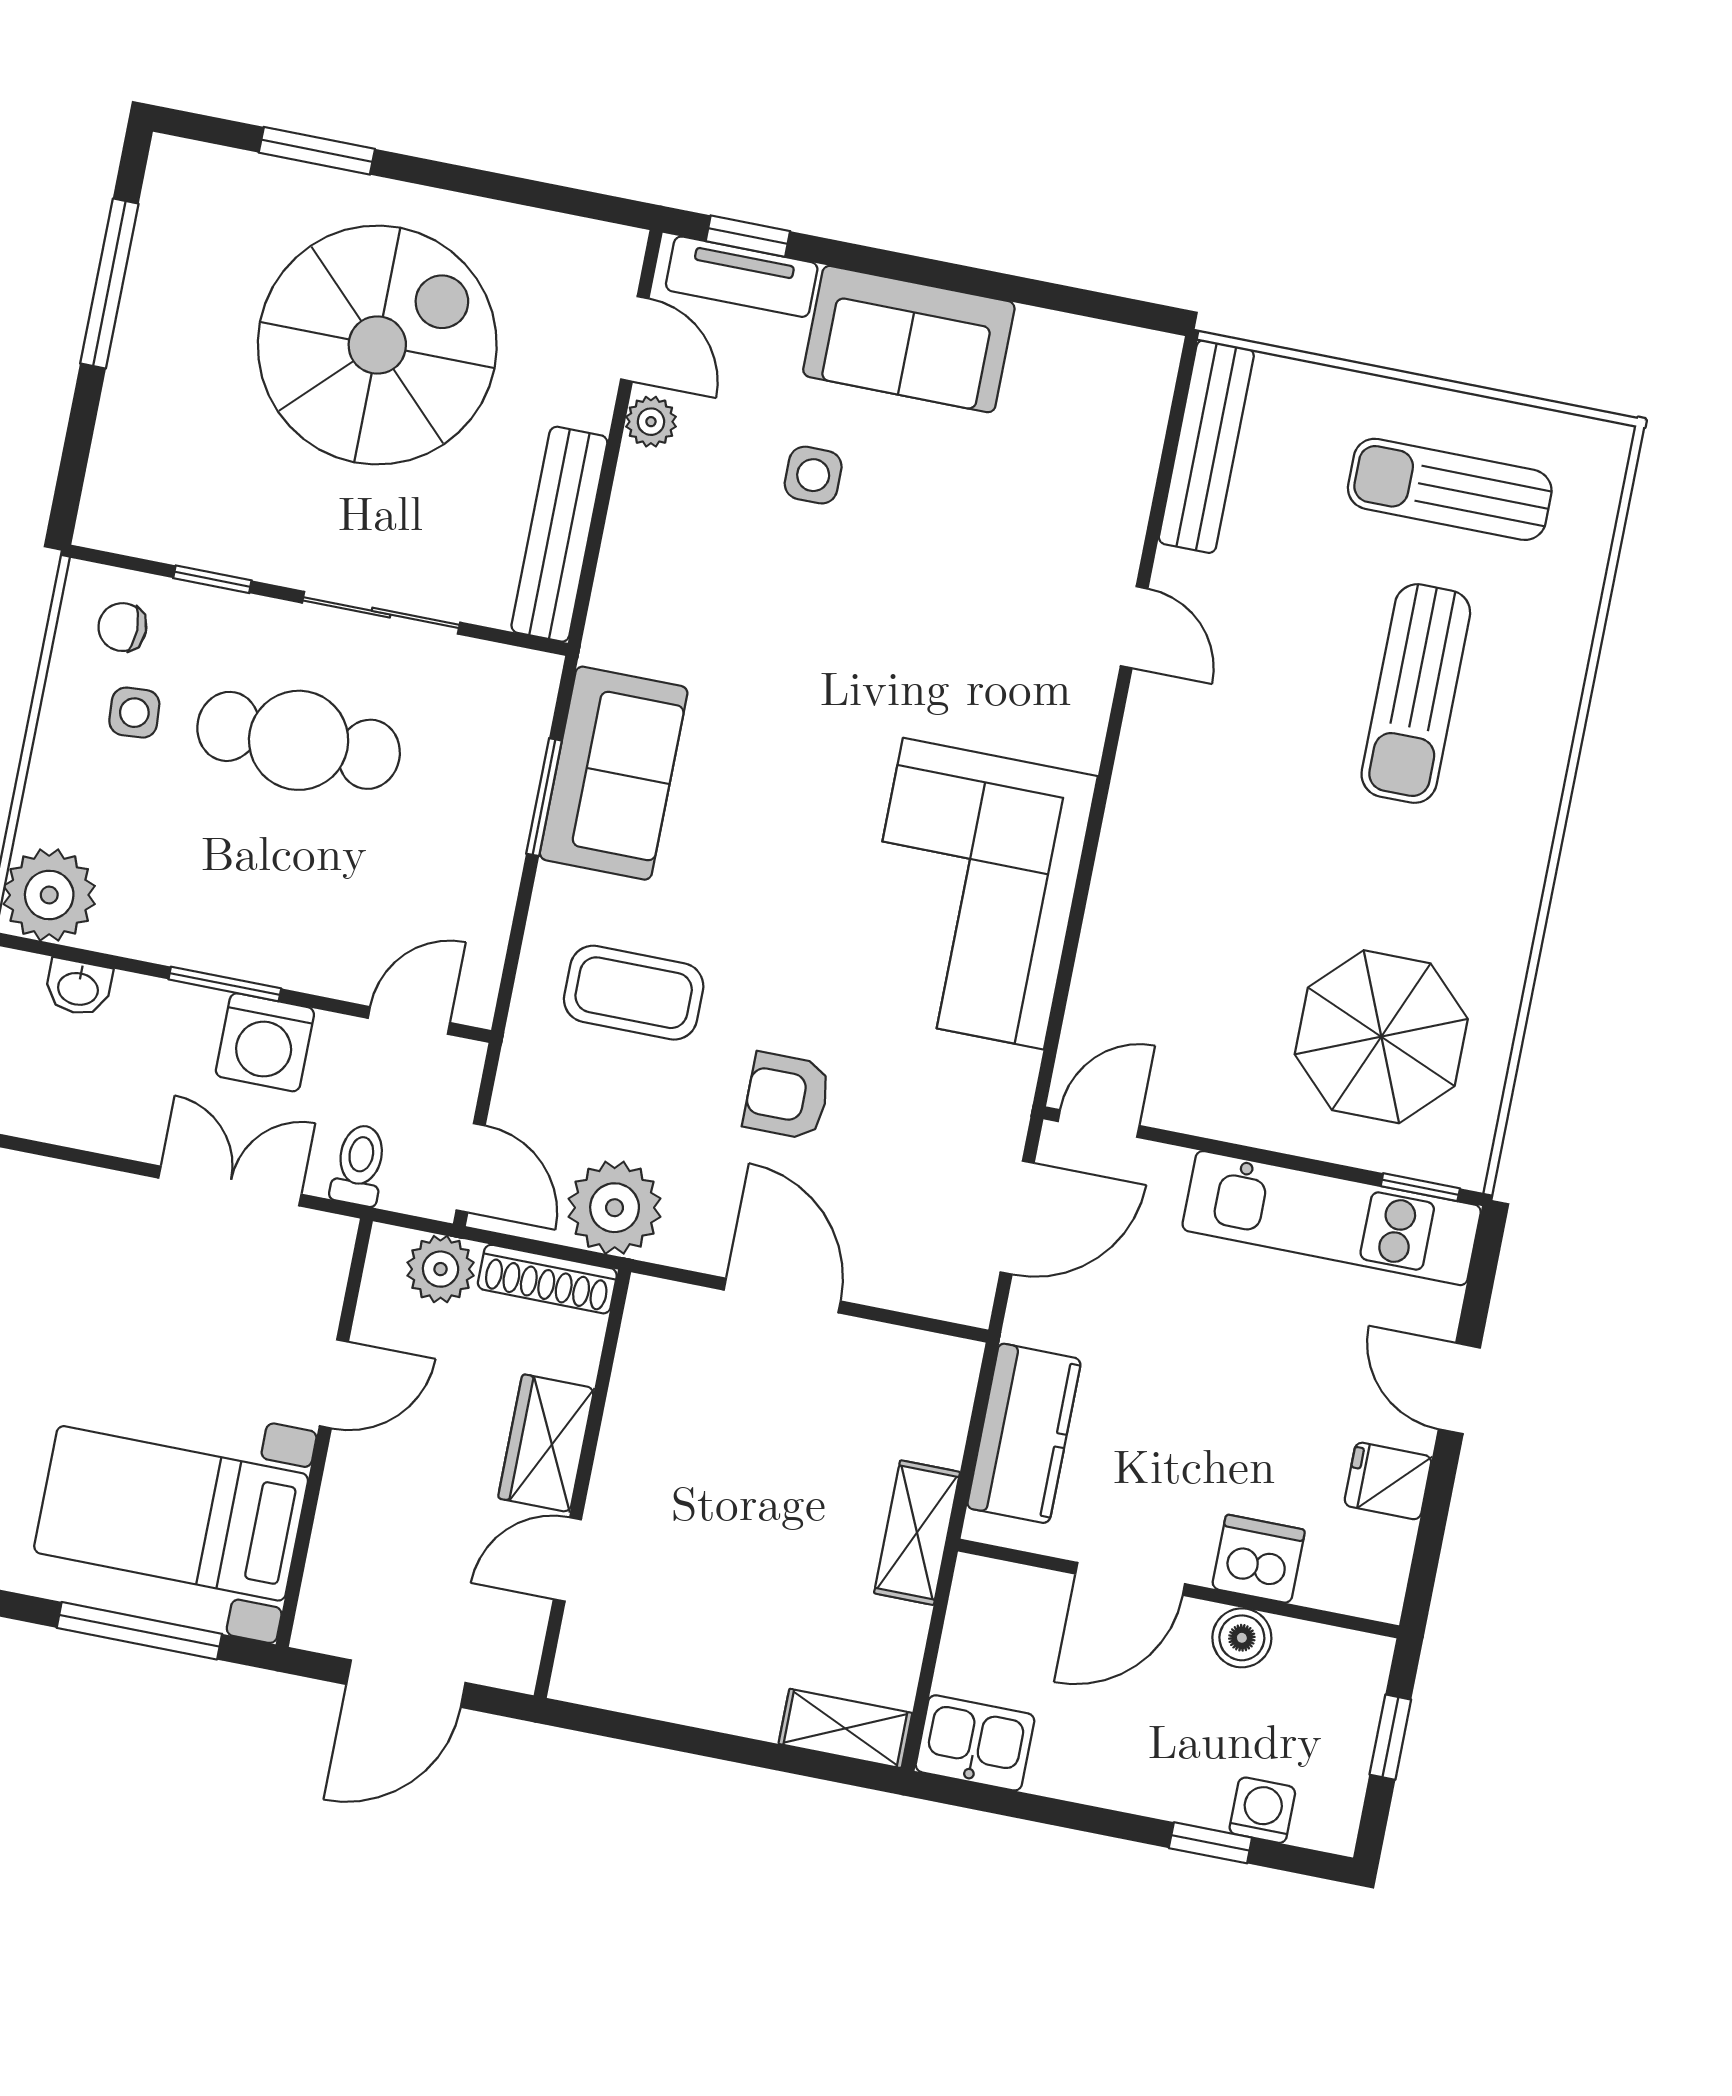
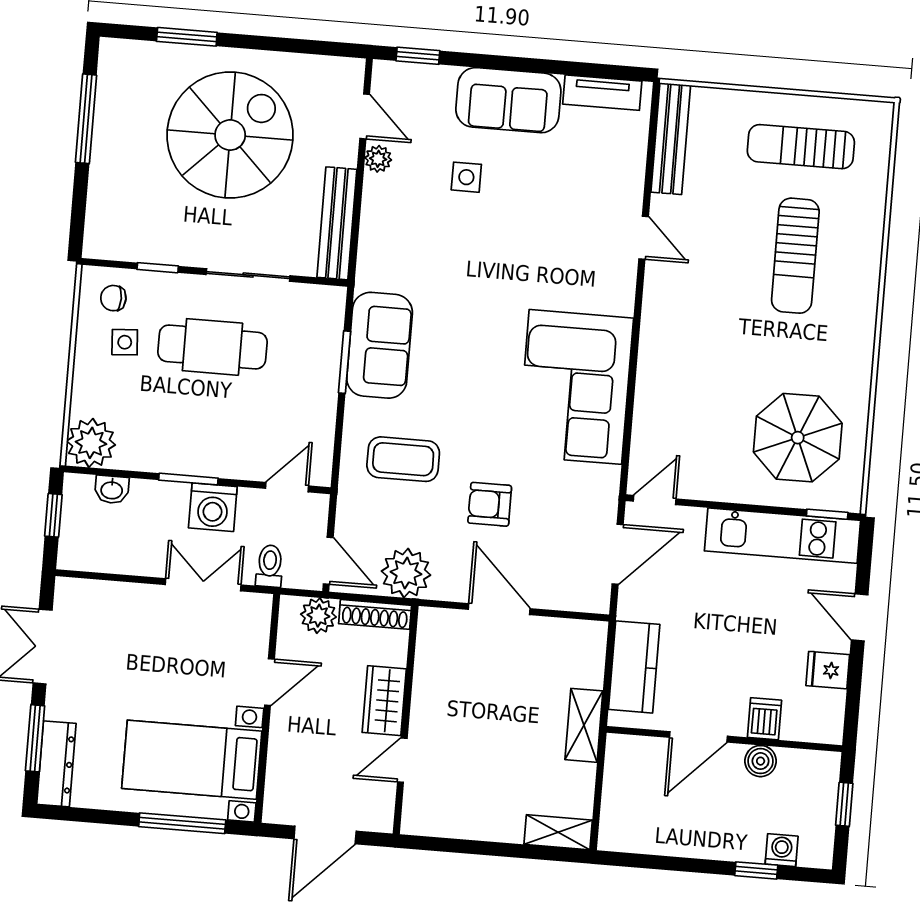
tv unit: (742, 277) -> (602, 93), moved
dishwasher: (1258, 1559) -> (764, 719), width x0.73
kitchen sink: (975, 1743) -> (627, 832), removed

